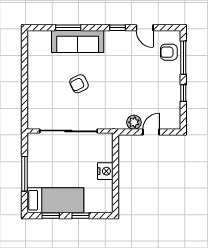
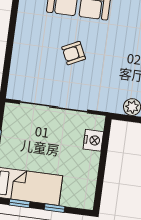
nightstand: (105, 171) -> (93, 140), moved

